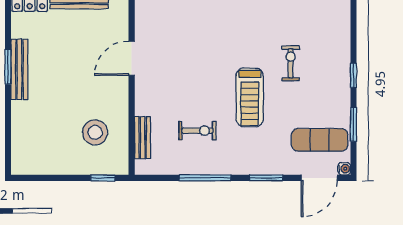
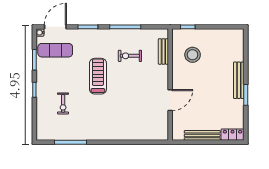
exercise bike: (291, 63) -> (63, 103), moved
bench: (19, 69) -> (239, 80), moved

